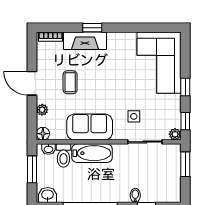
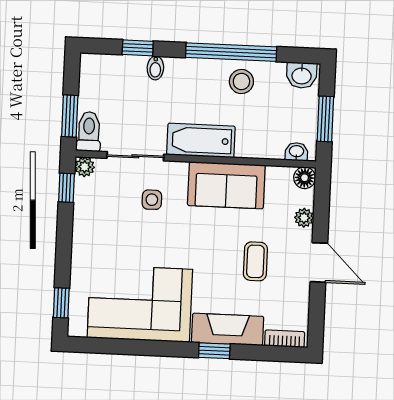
corner sofa: (159, 63) -> (140, 304), moved, turned -90
window: (185, 87) -> (61, 303), moved
bathtub: (92, 153) -> (201, 140), moved
toilet: (63, 156) -> (89, 132), moved
stool: (83, 190) -> (241, 82), added

